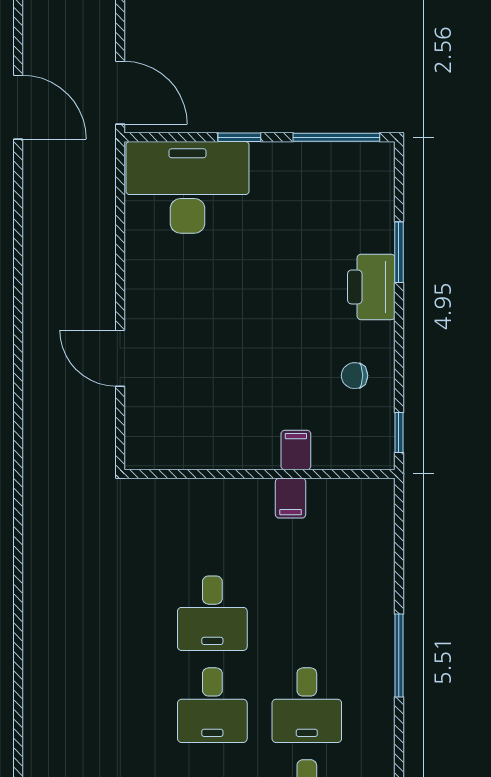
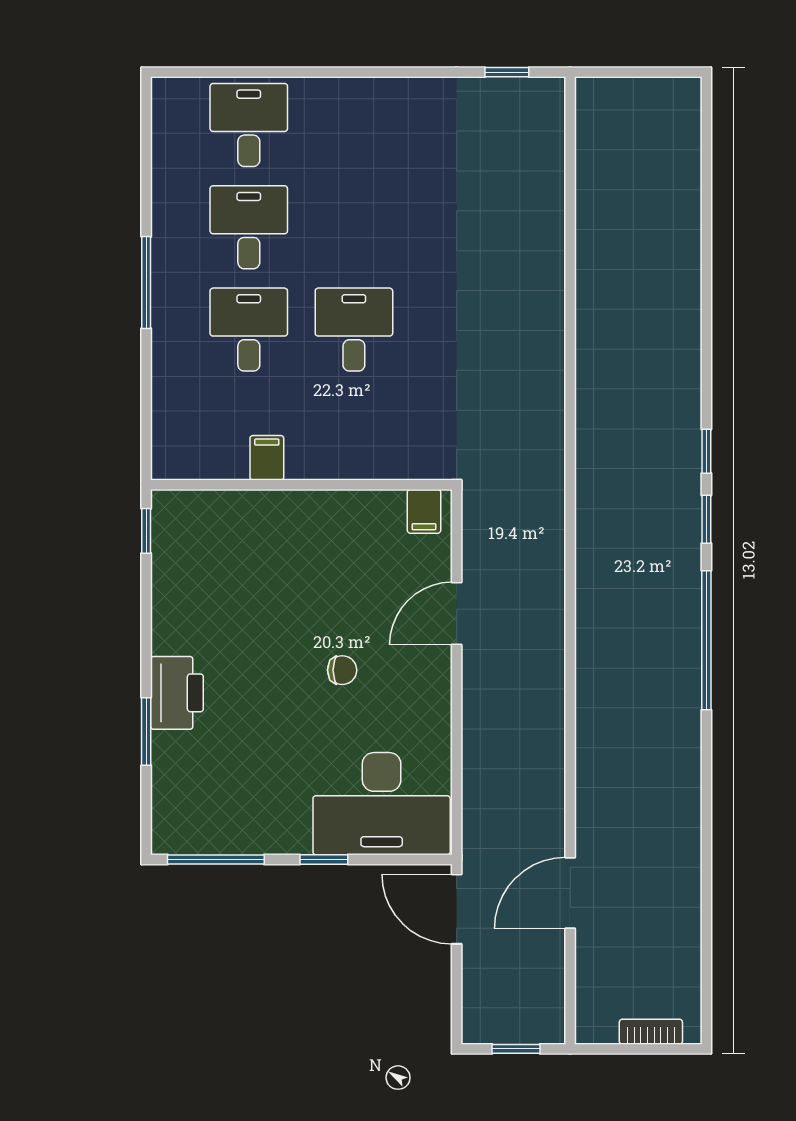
door: (18, 107) -> (570, 893), hinge flipped
door: (120, 358) -> (457, 613), swing flipped
chair: (354, 376) -> (342, 670), moved
filing cabinet: (296, 450) -> (424, 511), moved
desk: (212, 705) -> (249, 330), moved

